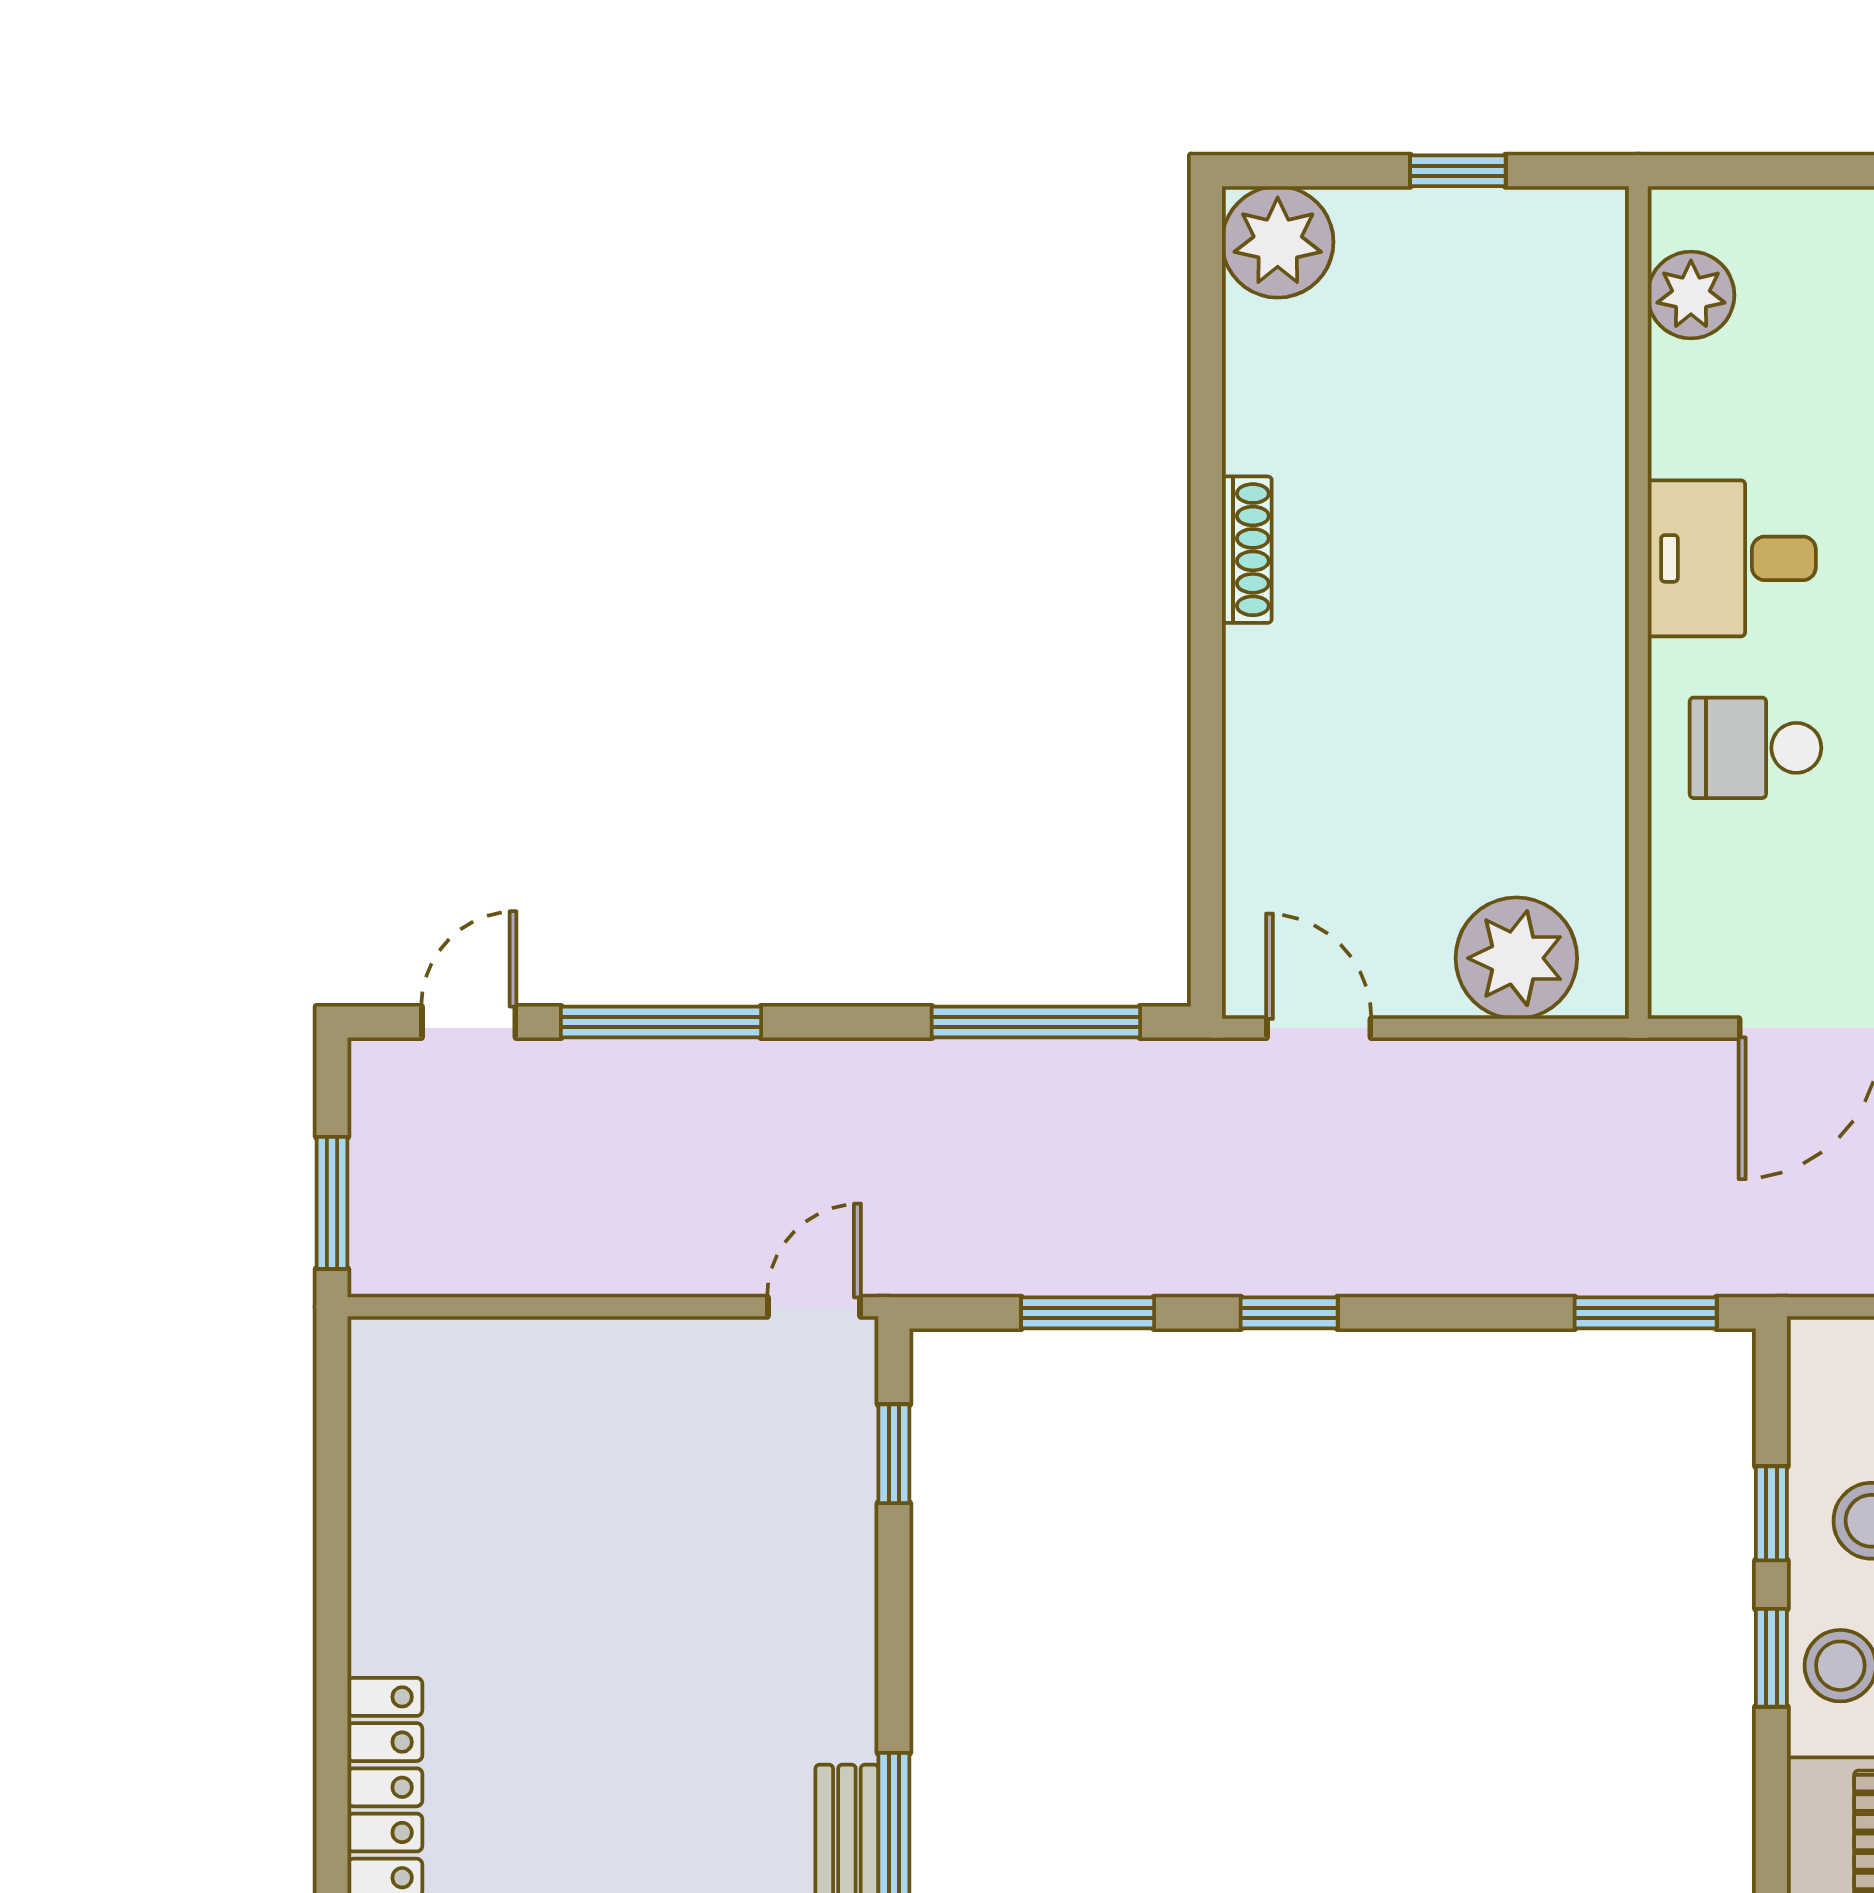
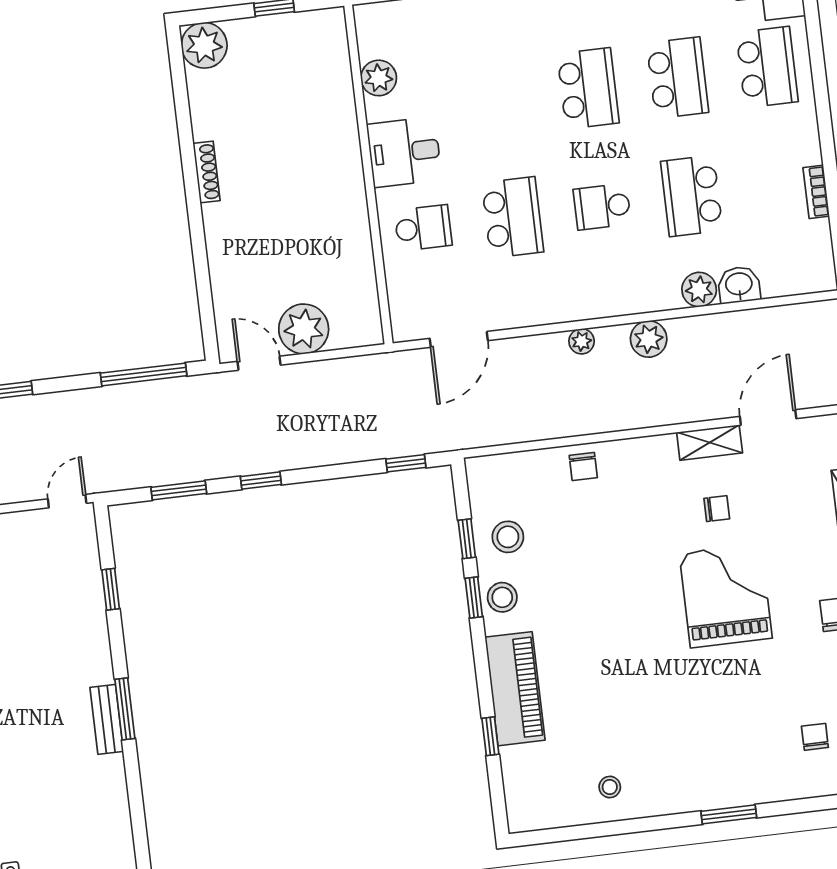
plant: (1691, 295) -> (379, 78), moved
school desk: (1756, 748) -> (423, 228), turned 180
plant: (1516, 958) -> (304, 329), moved
window: (1646, 1313) -> (406, 463), width x0.67
window: (894, 1454) -> (111, 589), moved

